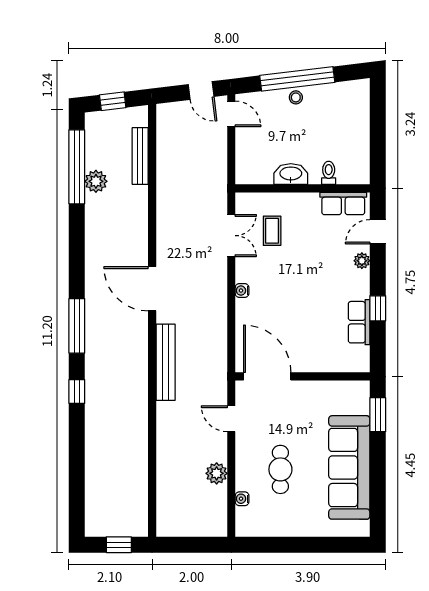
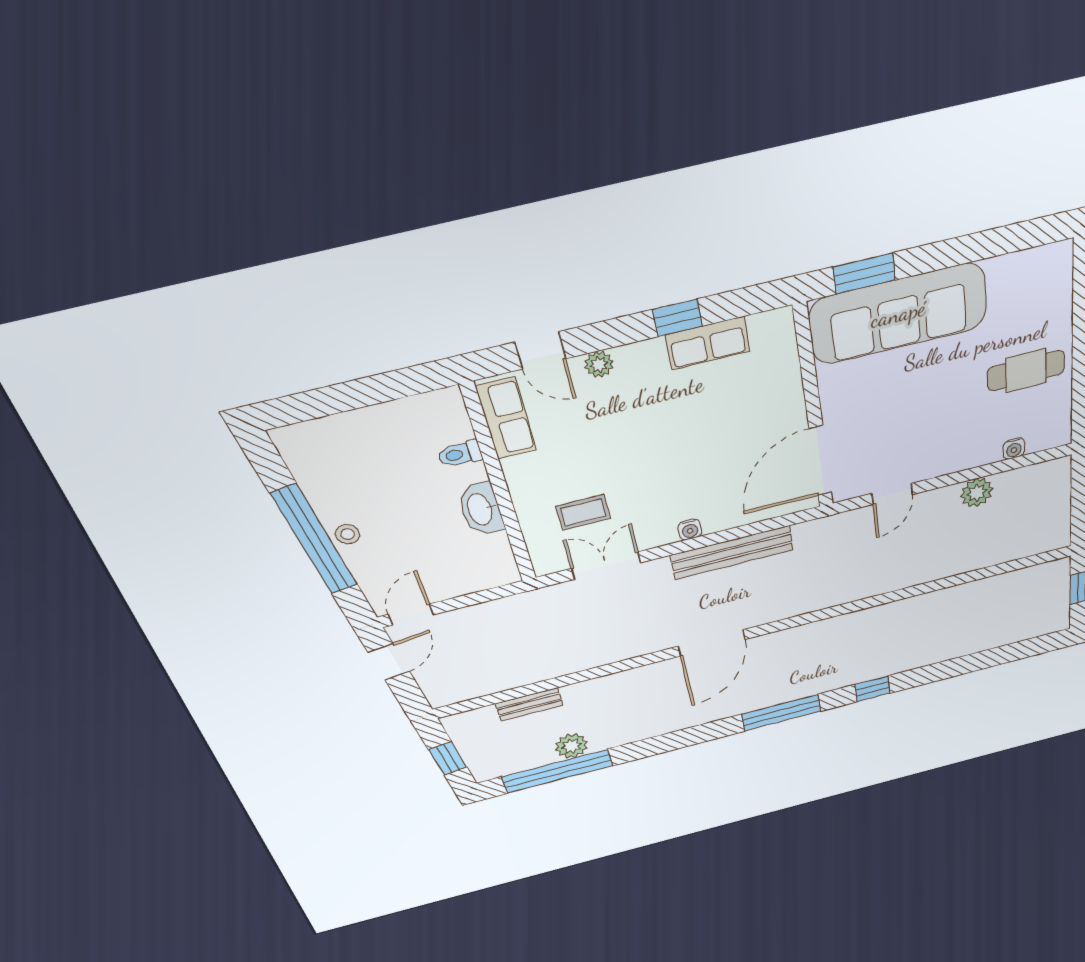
bench: (140, 156) -> (529, 704), width x0.73
bench: (166, 362) -> (732, 553), moved
sofa: (349, 467) -> (898, 314), moved
cafe table: (280, 469) -> (1026, 371), moved

